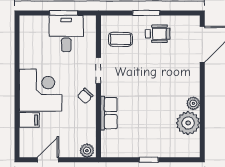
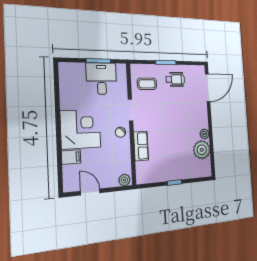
door: (48, 160) -> (90, 192), hinge flipped

